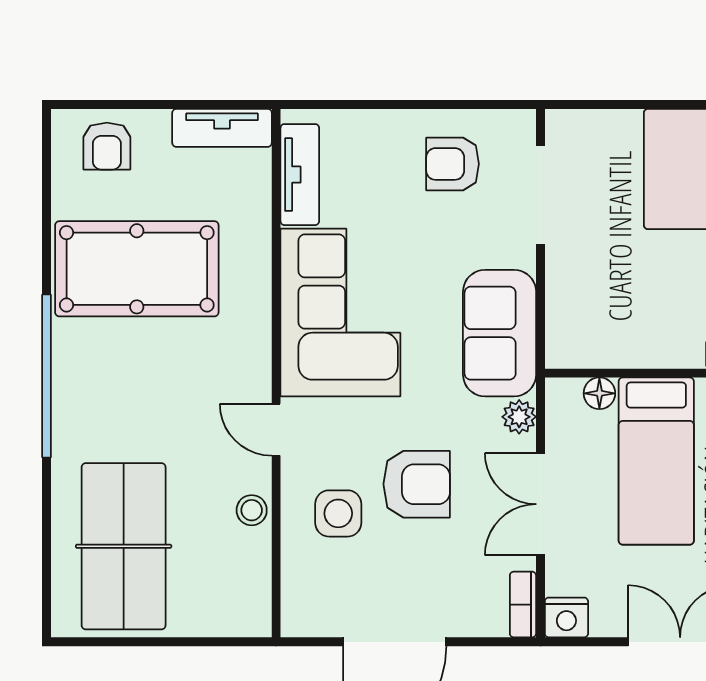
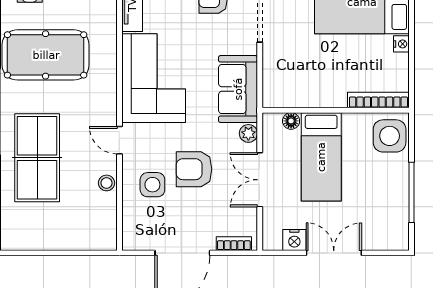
armchair: (417, 484) -> (194, 169), turned 180
table tennis table: (124, 546) -> (37, 158), moved
bookcase: (523, 605) -> (234, 244), moved, turned 90
nightstand: (566, 617) -> (294, 240), moved

